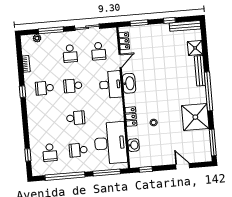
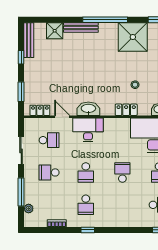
school desk: (70, 54) -> (49, 172), turned 180

